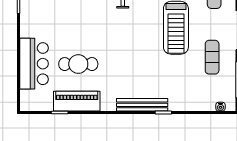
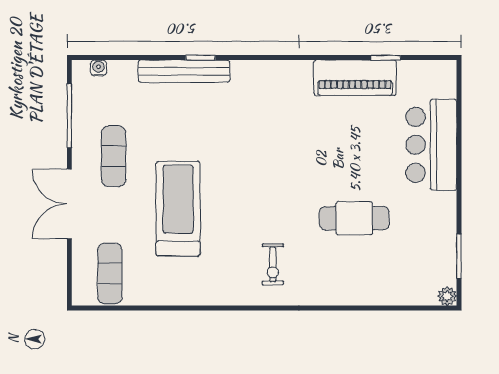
cafe table: (78, 64) -> (354, 218), moved
bench: (142, 105) -> (184, 71), moved

